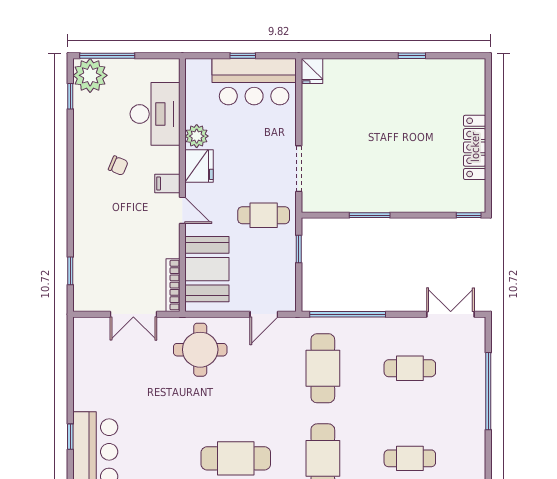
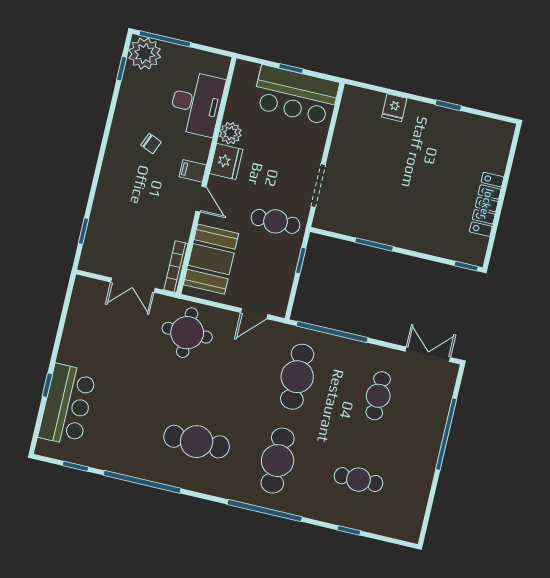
fridge: (312, 71) -> (394, 108), moved
cafe table: (410, 368) -> (378, 396), turned 90

